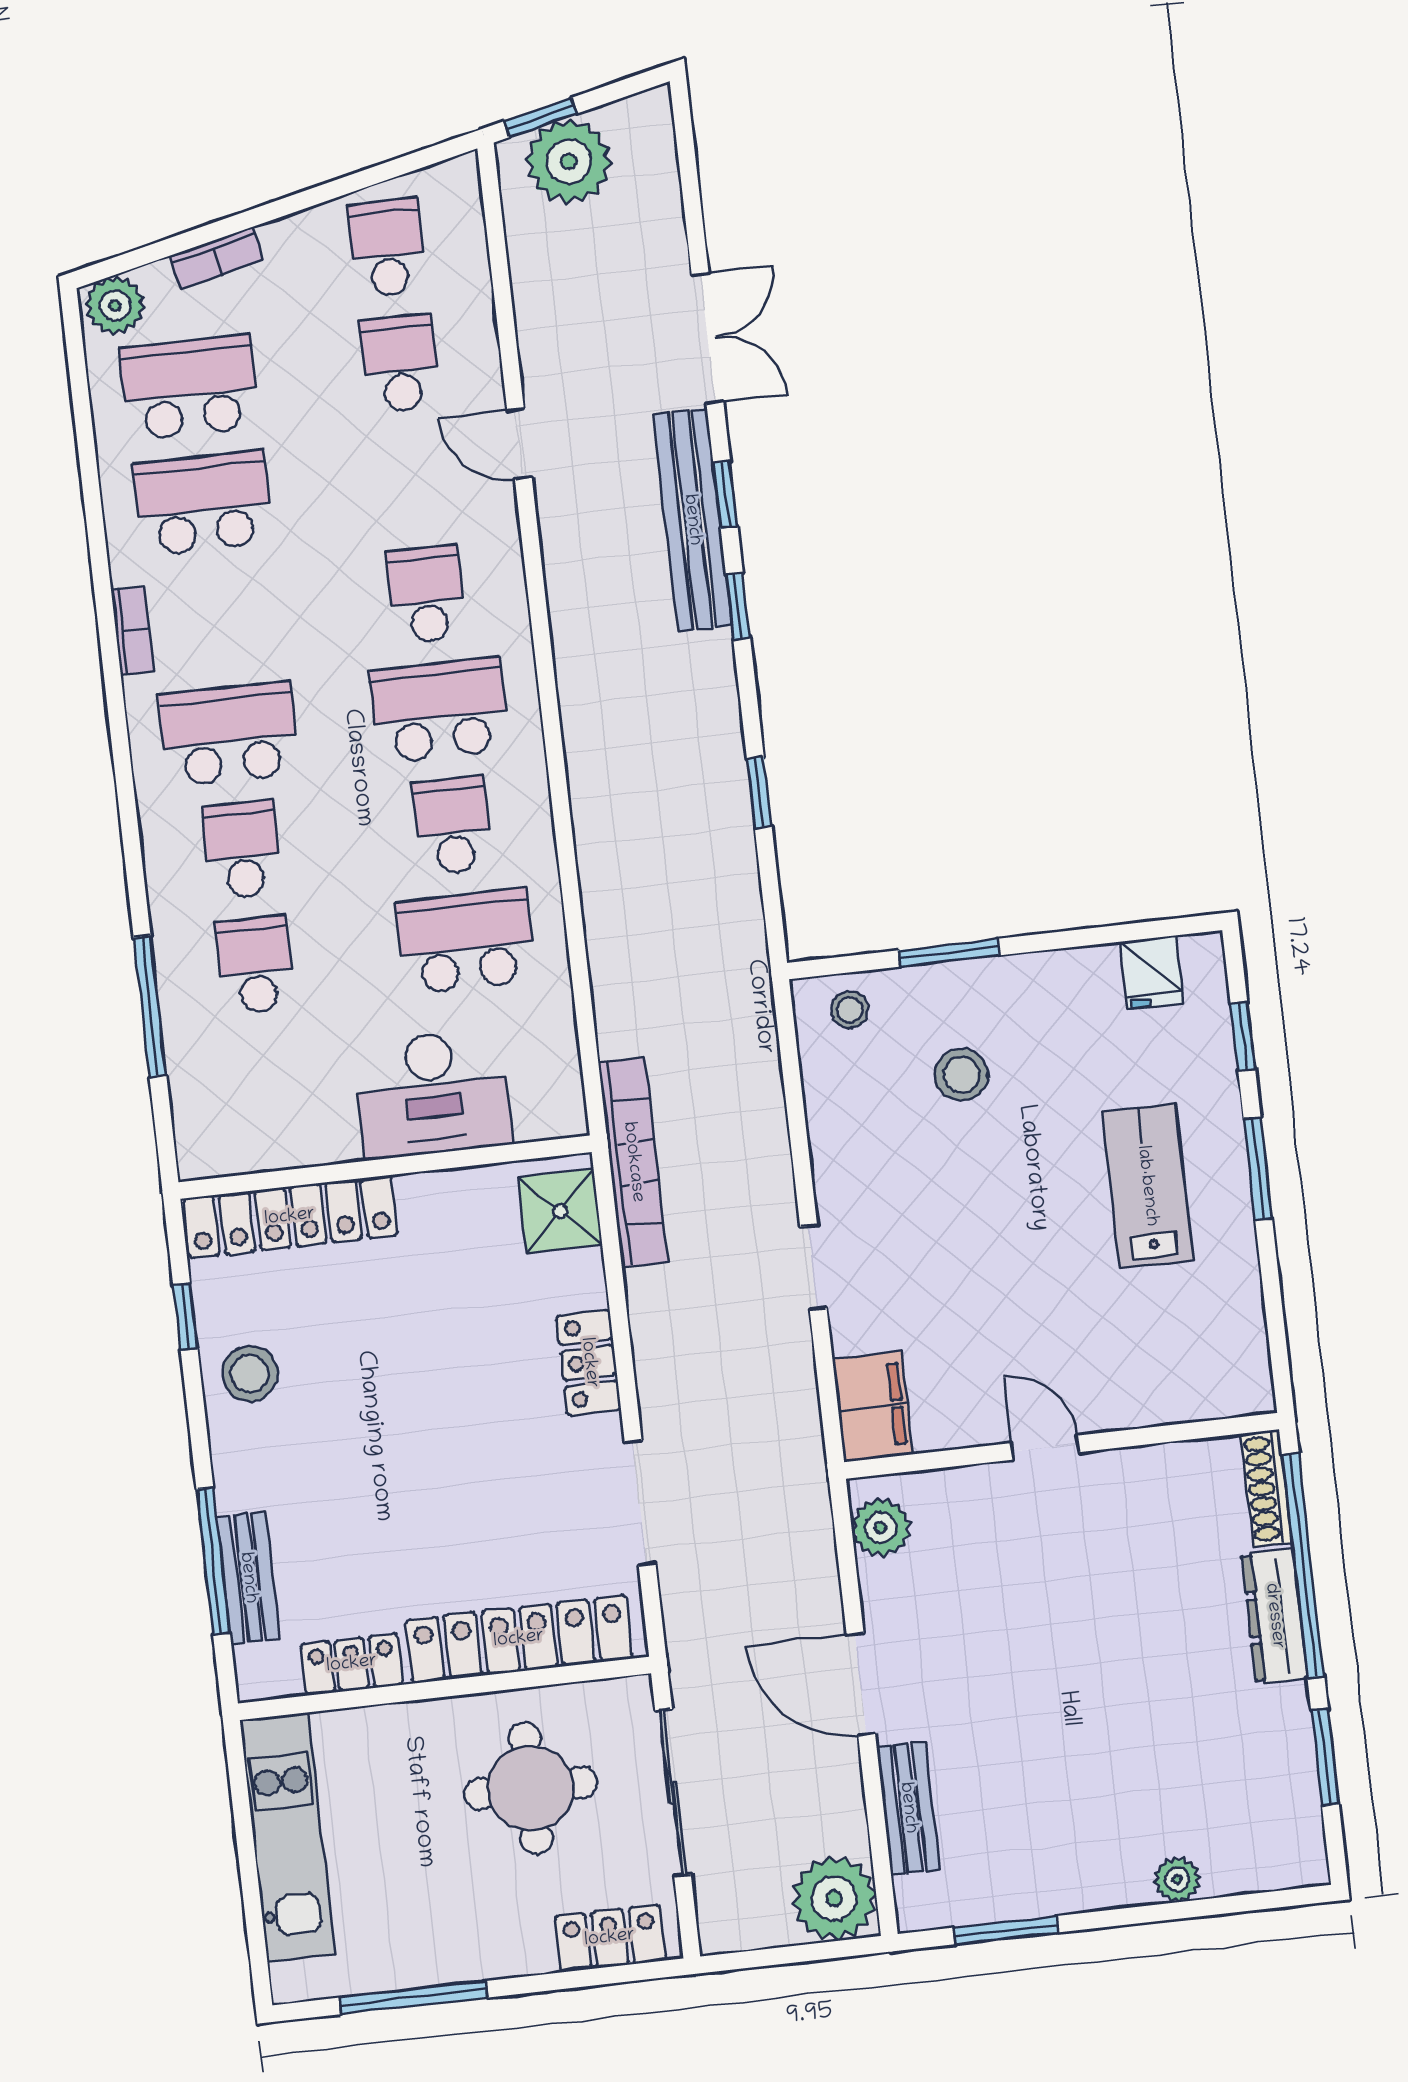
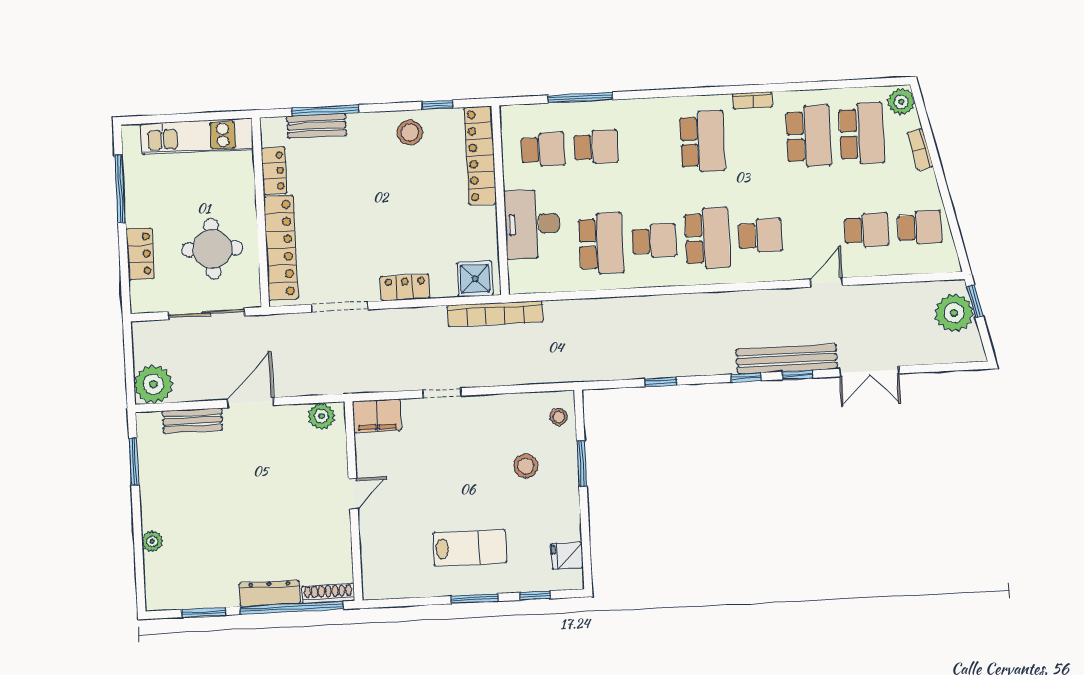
school desk: (242, 849) -> (543, 150), moved
locker: (610, 1938) -> (140, 254), moved

